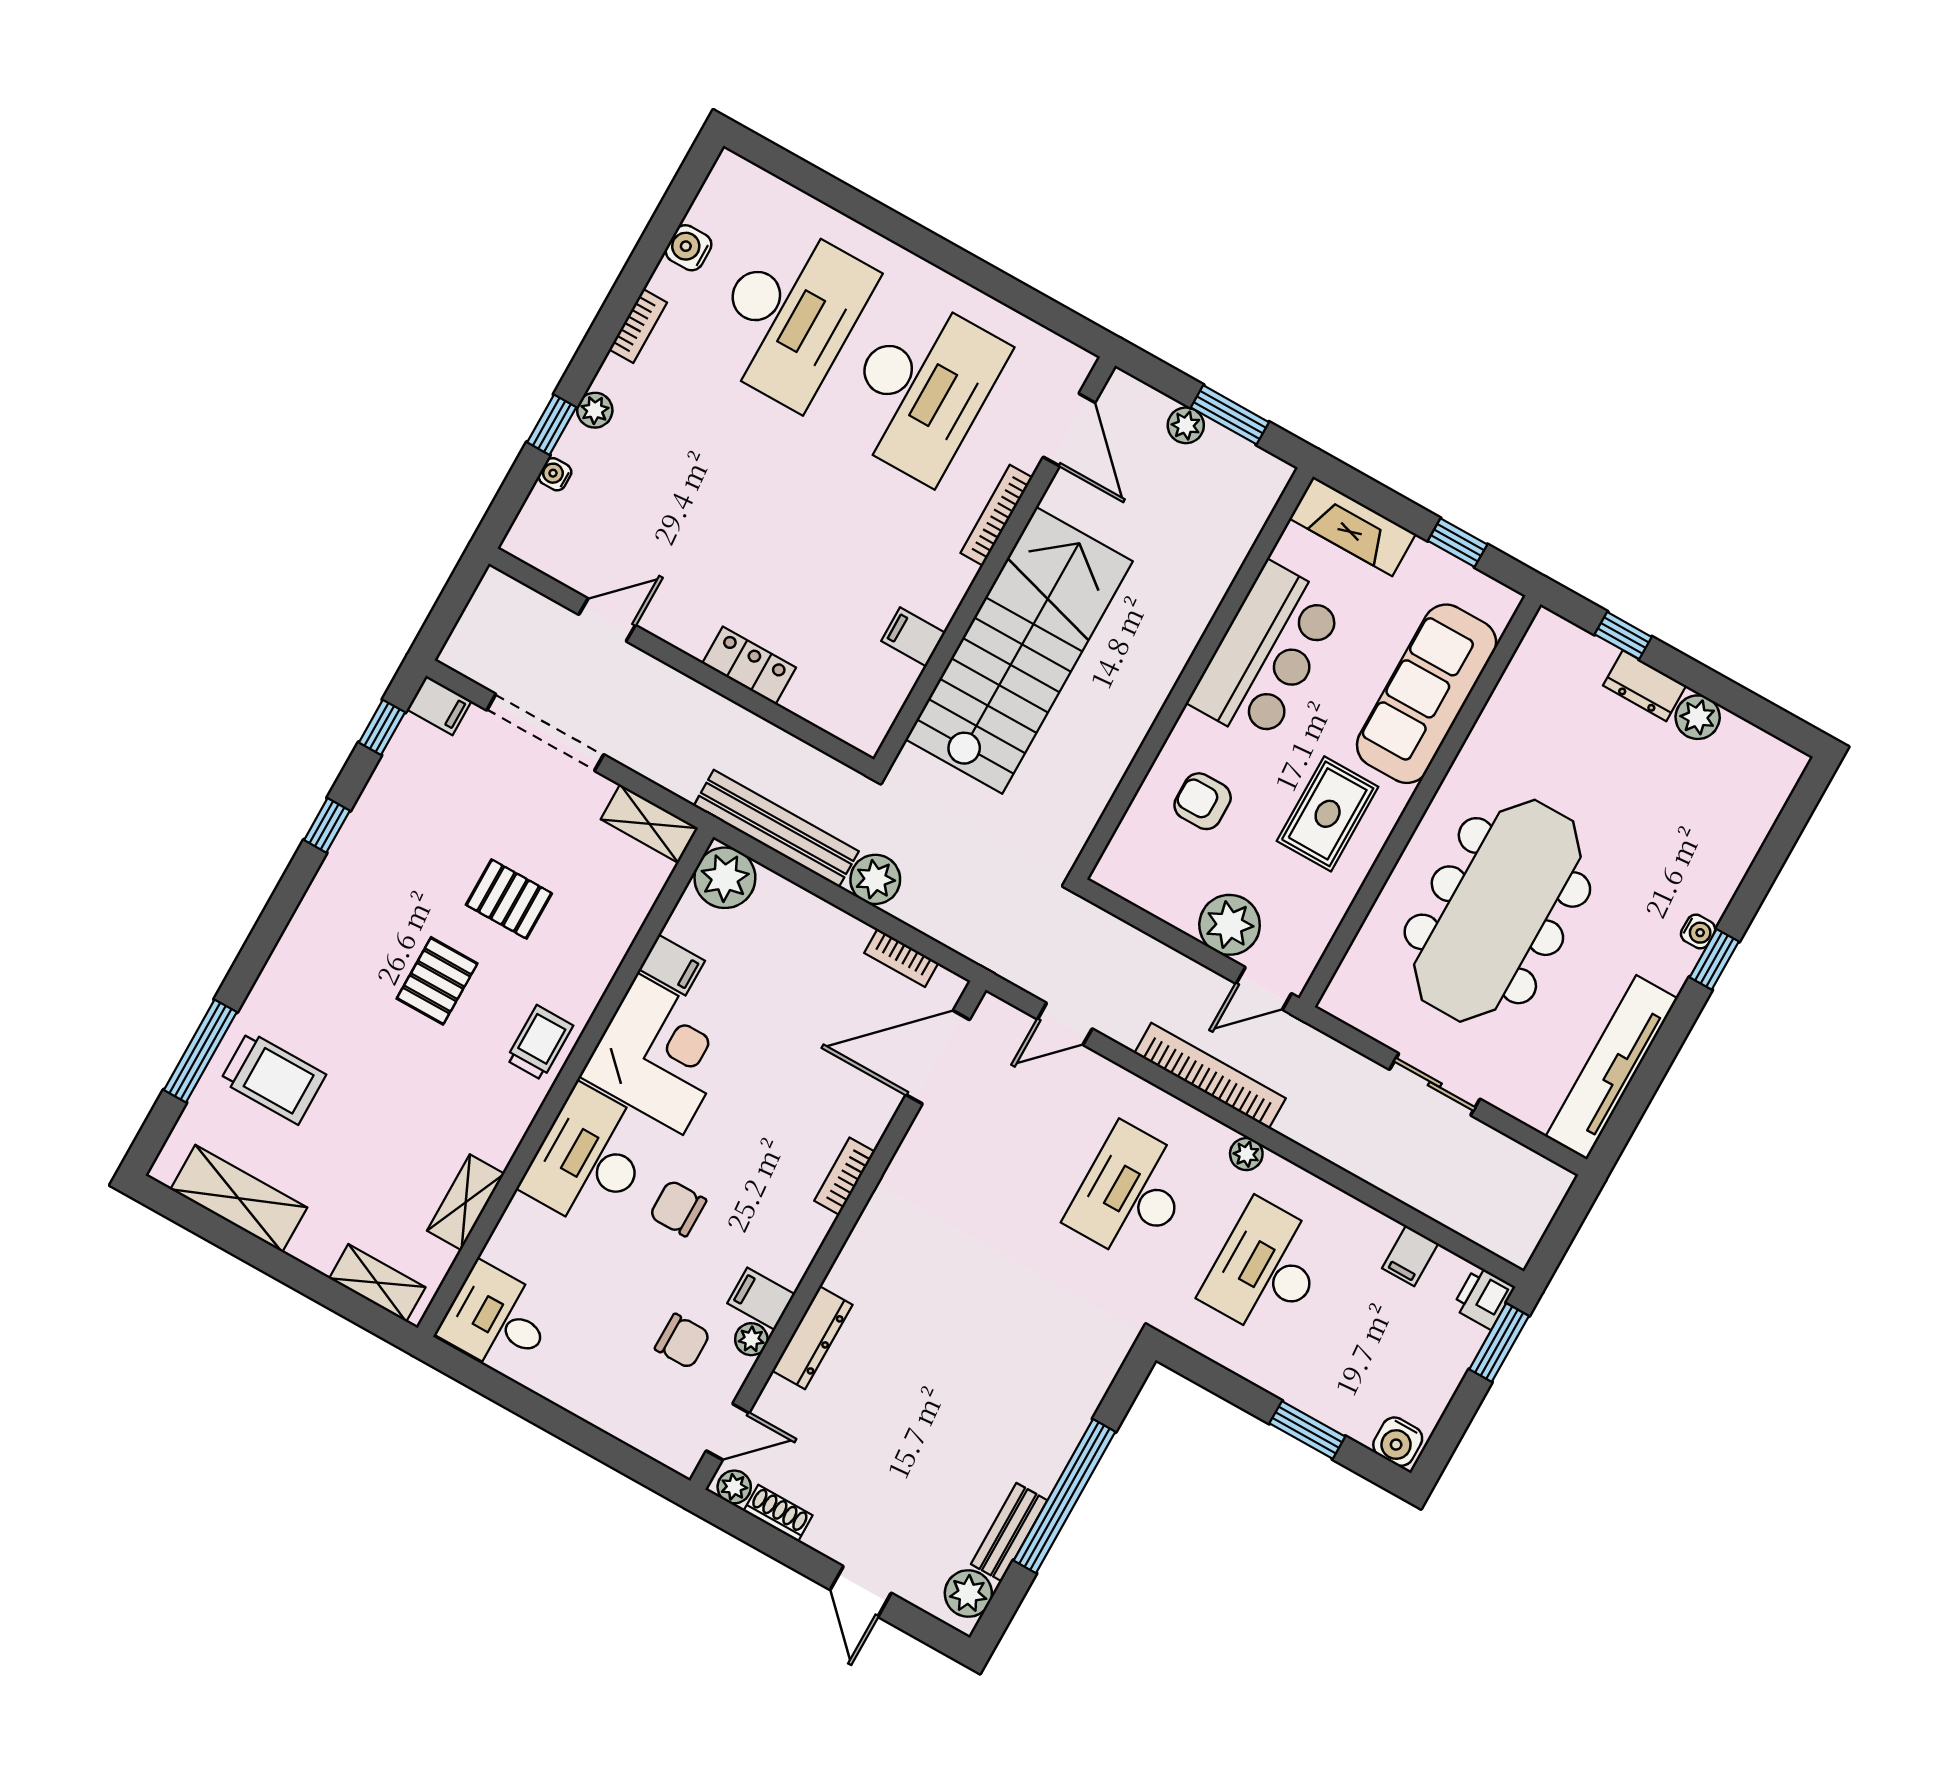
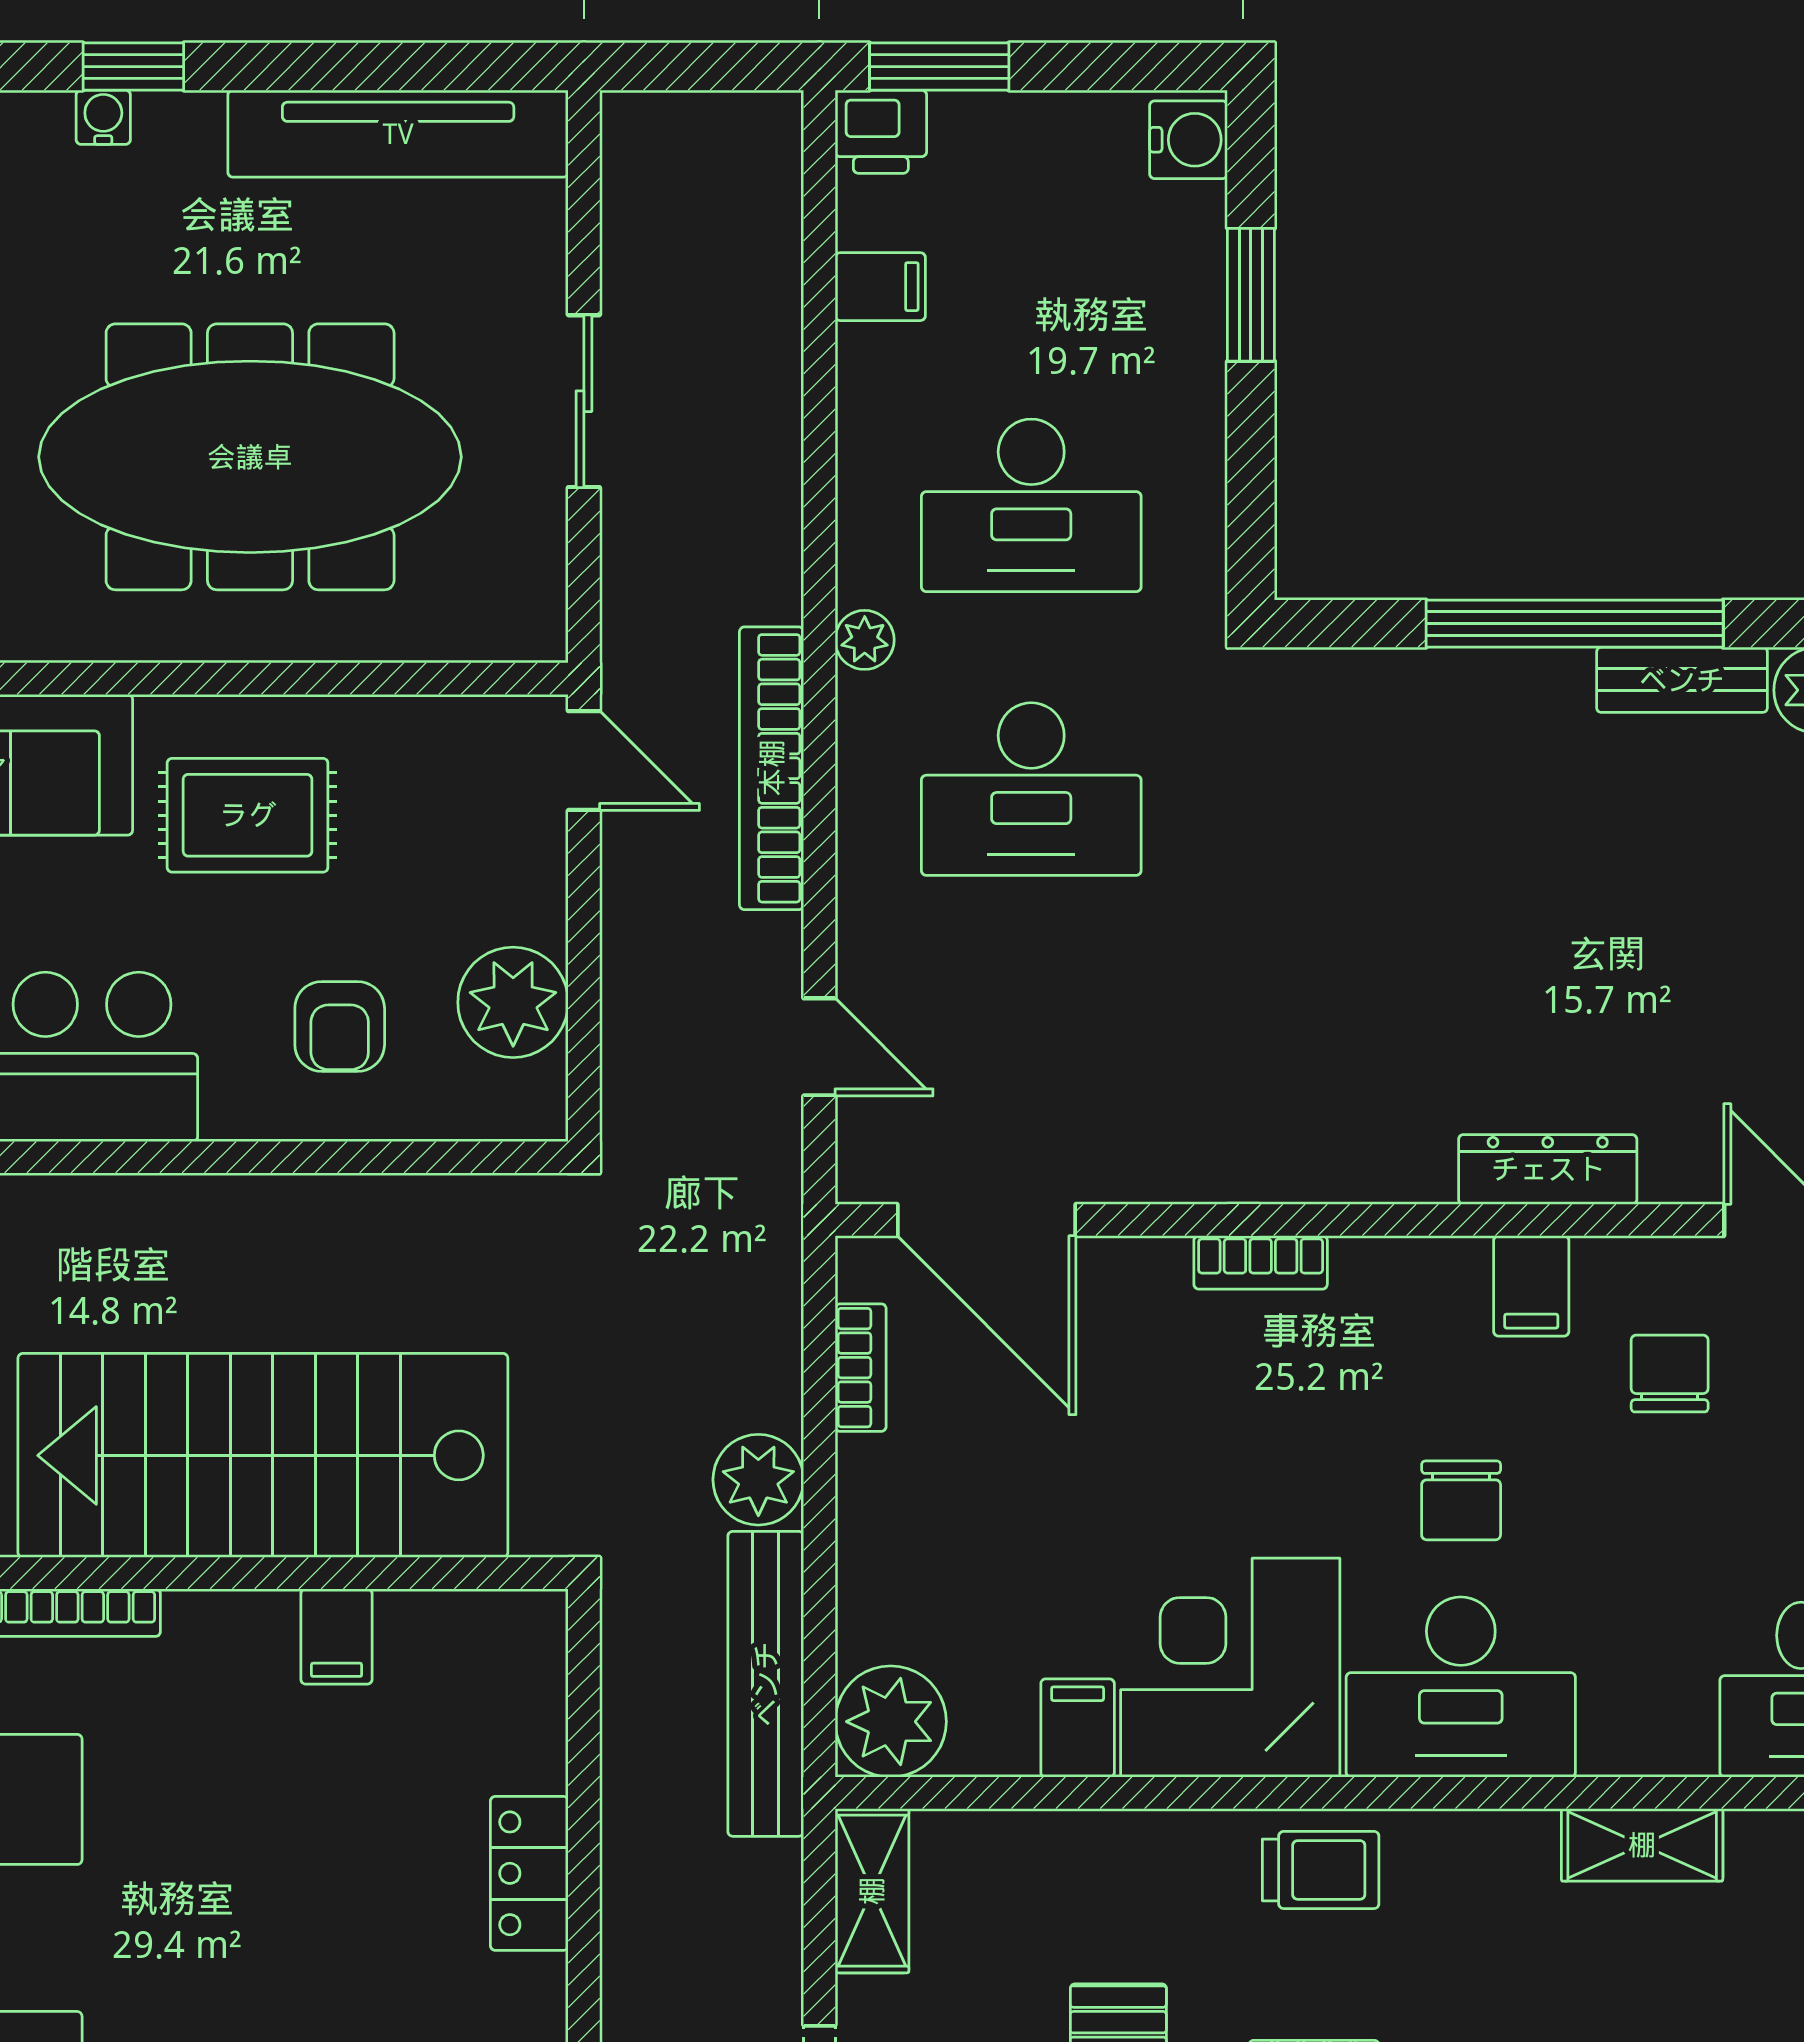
plant: (1230, 925) -> (513, 1002), moved
trolley: (540, 1043) -> (1321, 1870), turned 180
plant: (751, 1339) -> (1605, 1265), removed

